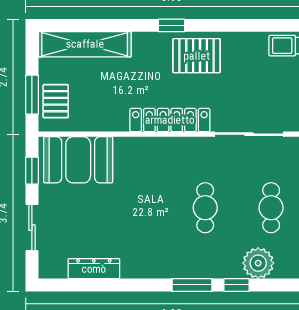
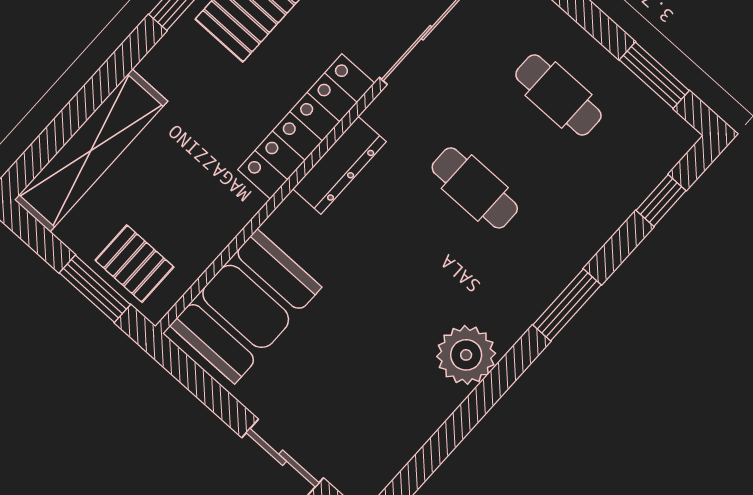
window: (32, 171) -> (202, 385), removed
plant: (258, 263) -> (466, 355), moved
dresser: (94, 269) -> (339, 165), moved, turned 180
window: (236, 285) -> (661, 200), moved

